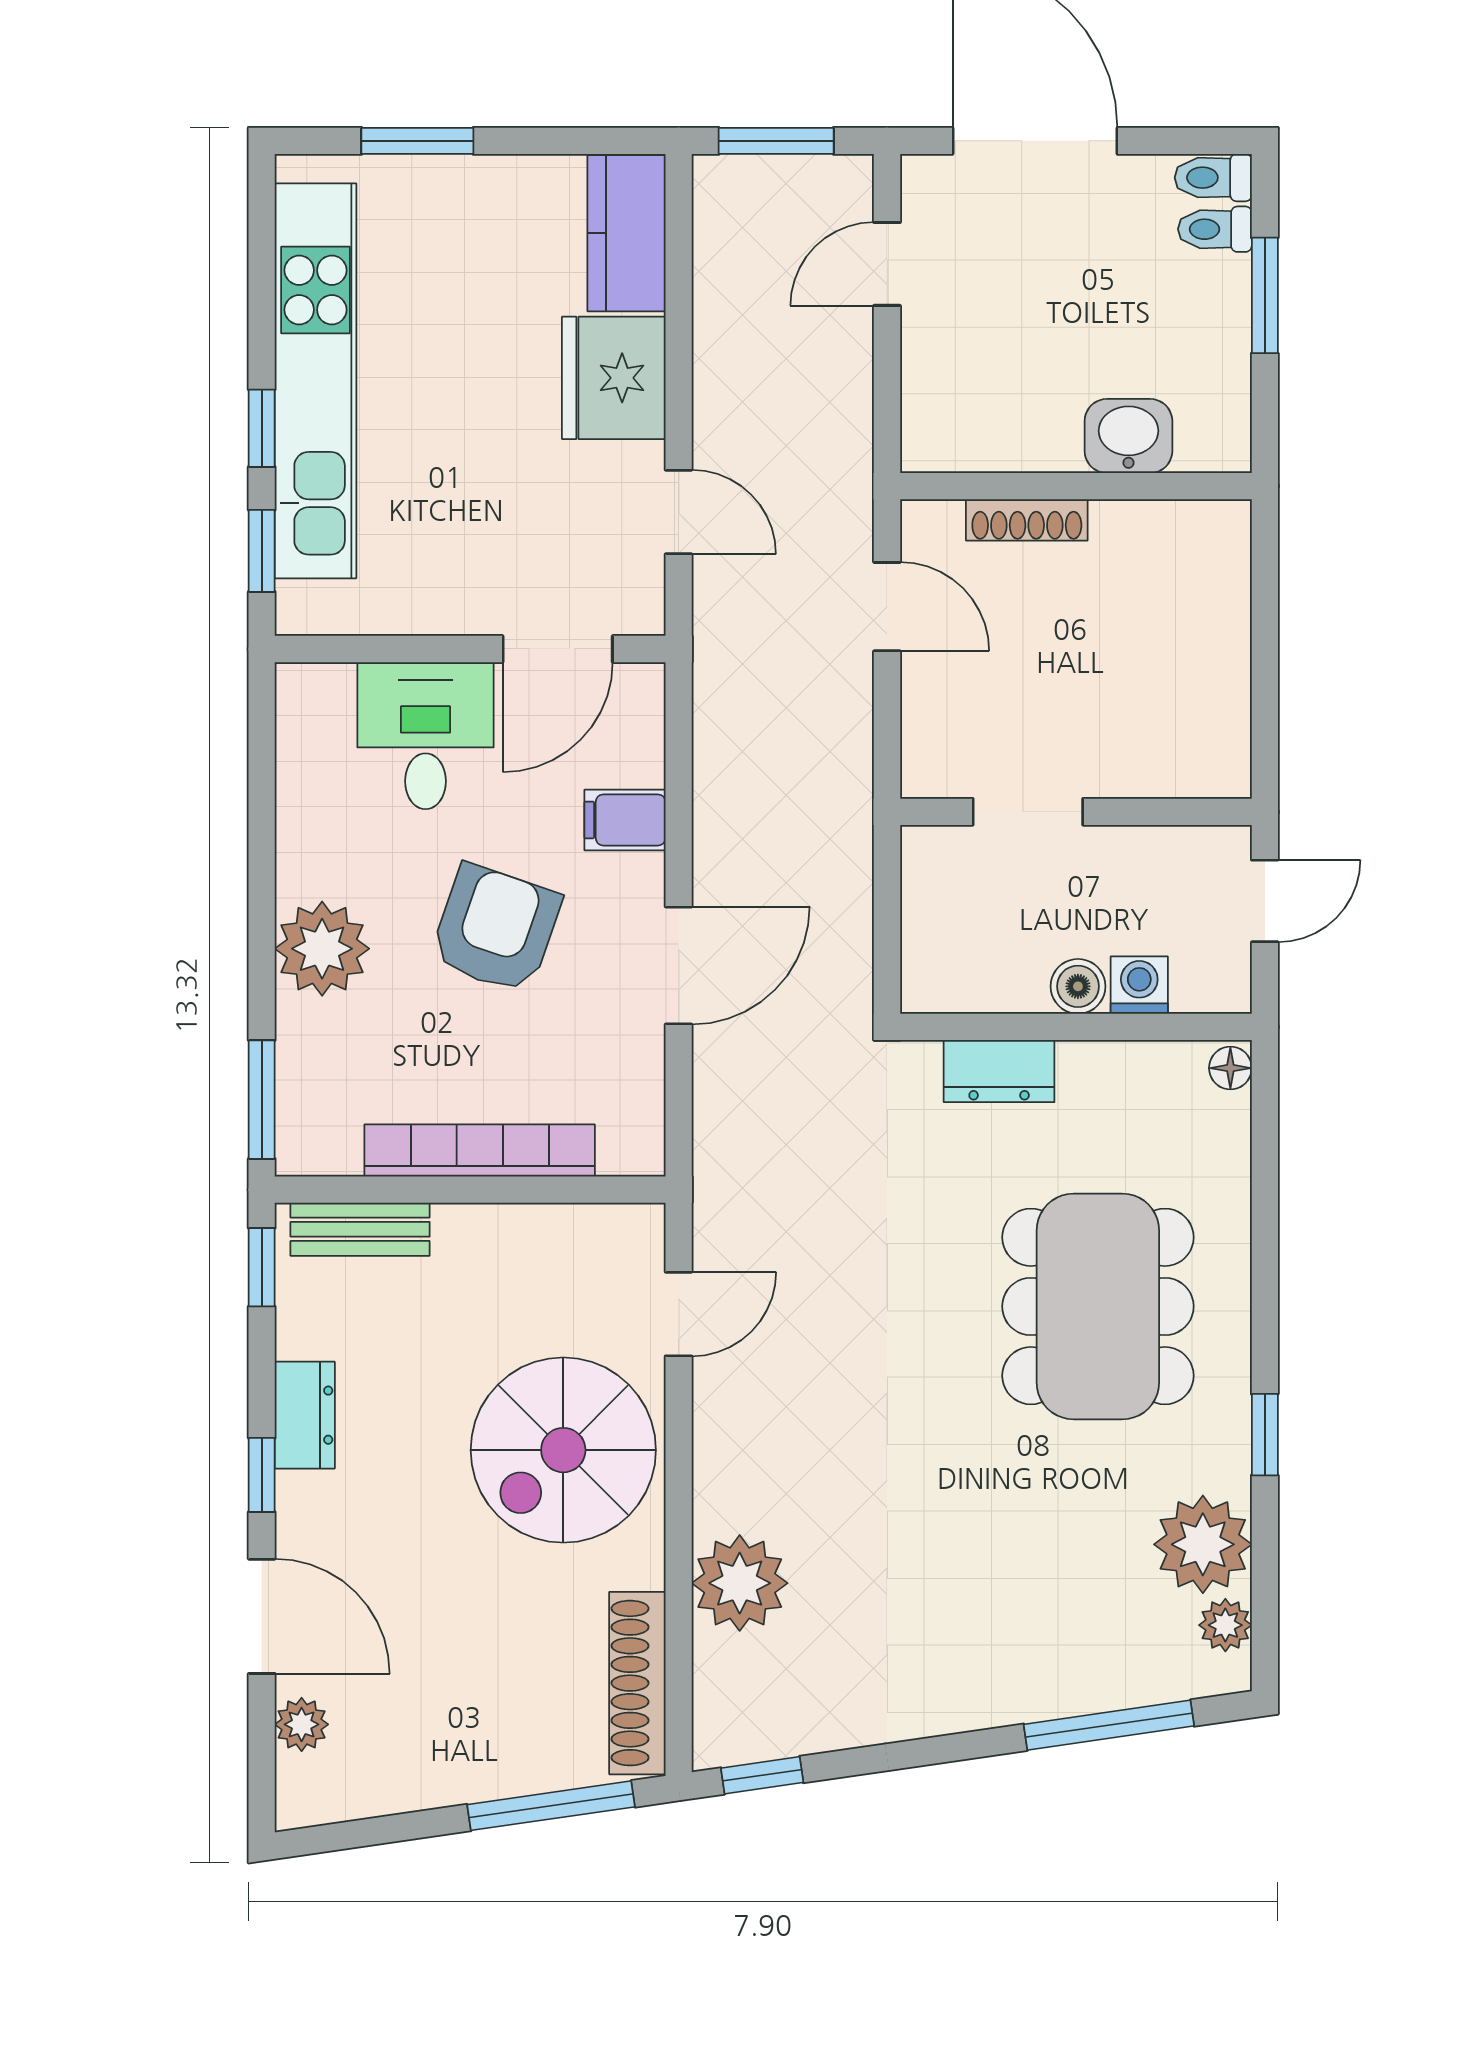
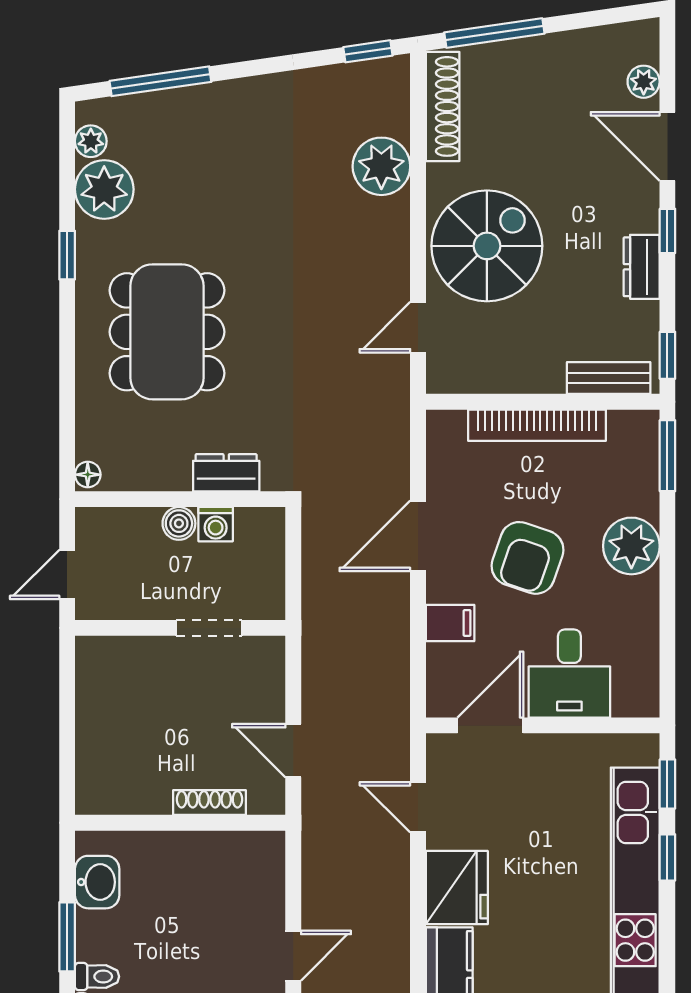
washbasin: (1128, 436) -> (97, 882), moved, turned -90
washing machine: (1139, 985) -> (216, 524), moved

